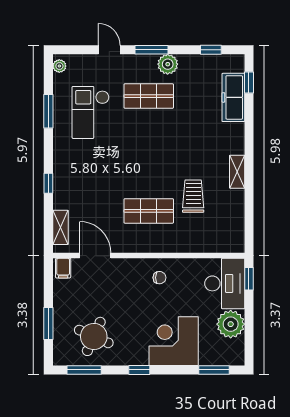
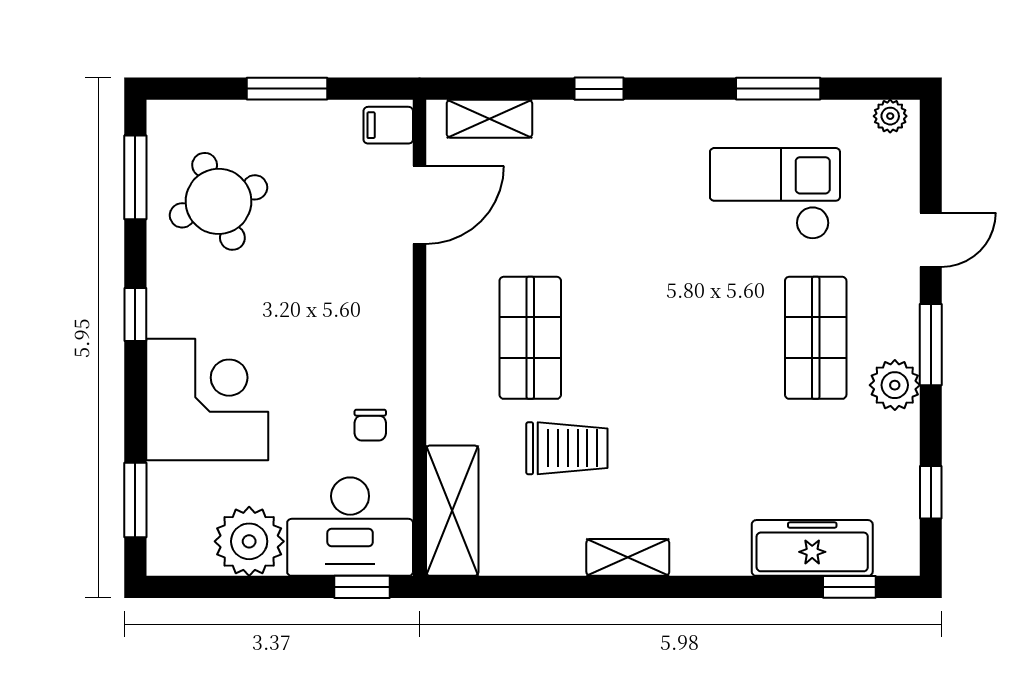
shelving: (218, 242) -> (452, 511), added
chair: (160, 278) -> (370, 425), moved
window: (48, 323) -> (287, 89), moved
round table: (94, 336) -> (219, 201), turned 45

